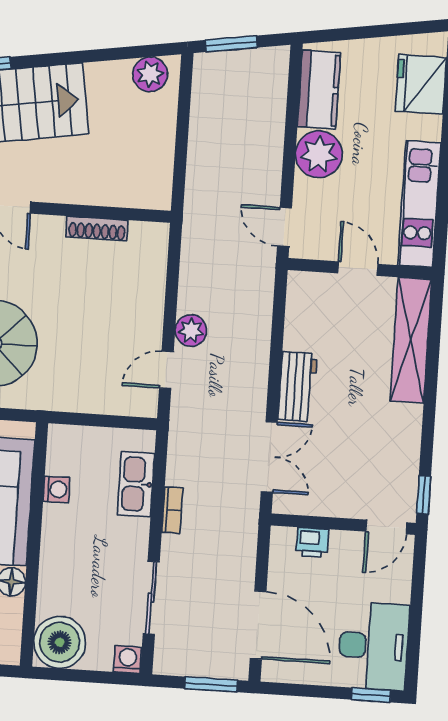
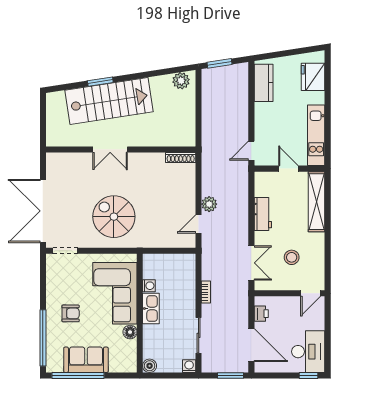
plant: (319, 154) -> (266, 114), removed
door: (284, 227) -> (251, 151), hinge flipped
shoe rack: (97, 229) -> (181, 158), moved
workbench: (298, 387) -> (263, 214), moved
stool: (352, 451) -> (292, 257), added
kitchen sink: (136, 484) -> (151, 309), moved, turned 180
window: (424, 495) -> (328, 277), removed
printer: (312, 542) -> (261, 314), moved, turned -90
boiler: (60, 642) -> (150, 366), width x0.54, depth x0.54

